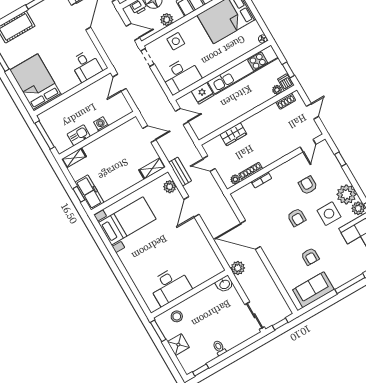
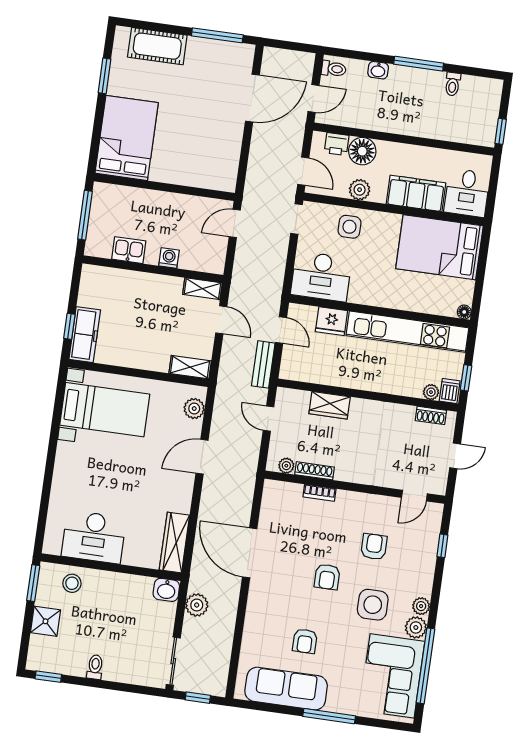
desk: (86, 66) -> (208, 168), removed
shelving: (74, 158) -> (202, 289), moved
bench: (180, 172) -> (263, 364), moved
plant: (346, 194) -> (421, 606), width x0.53, depth x0.53
wardrobe: (211, 258) -> (174, 543), added
plant: (238, 268) -> (197, 605), moved
sofa: (313, 290) -> (286, 689), width x1.36

